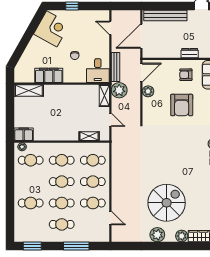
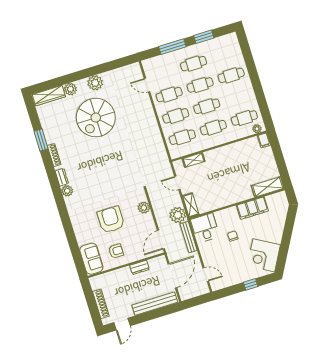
dresser: (190, 53) -> (140, 267), moved
plant: (148, 91) -> (144, 208), moved
filing cabinet: (24, 134) -> (264, 140), width x0.50
window: (32, 246) -> (204, 37), moved

